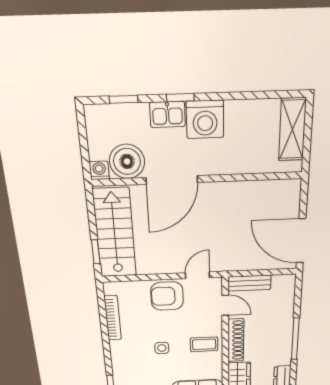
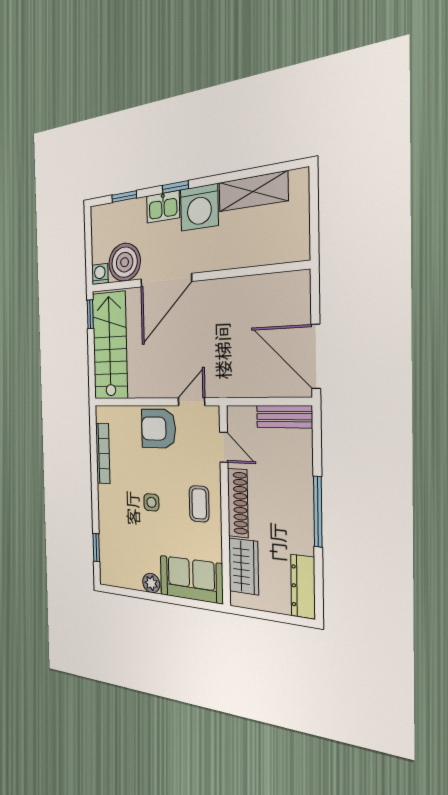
shelving: (292, 130) -> (253, 191), moved, turned 90
window: (96, 252) -> (90, 314), moved
bench: (249, 283) -> (284, 417), moved
coffee table: (204, 344) -> (199, 504), turned 90

